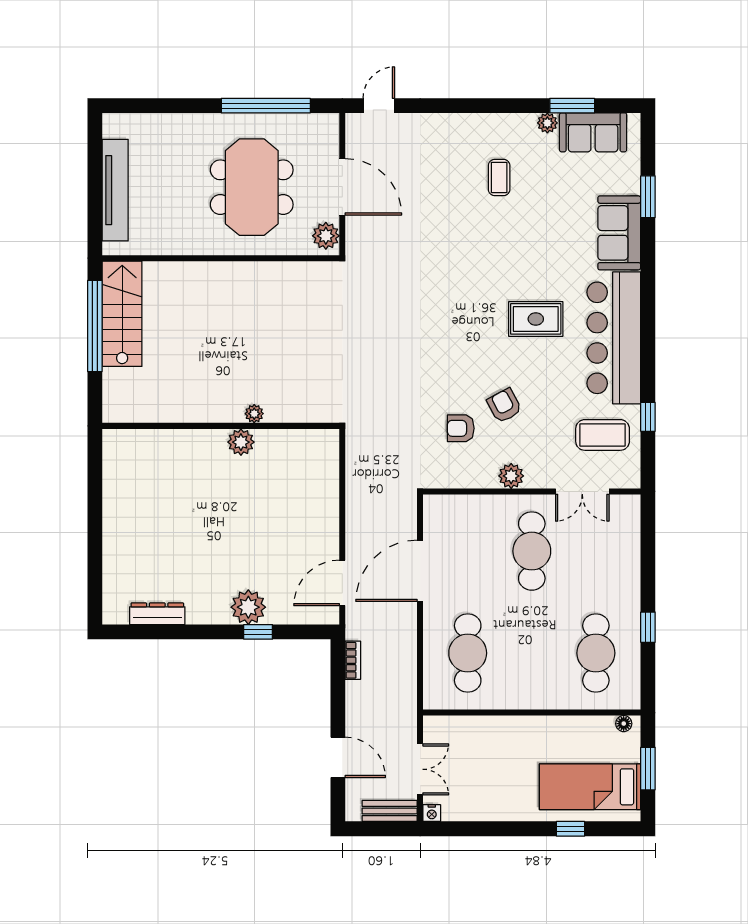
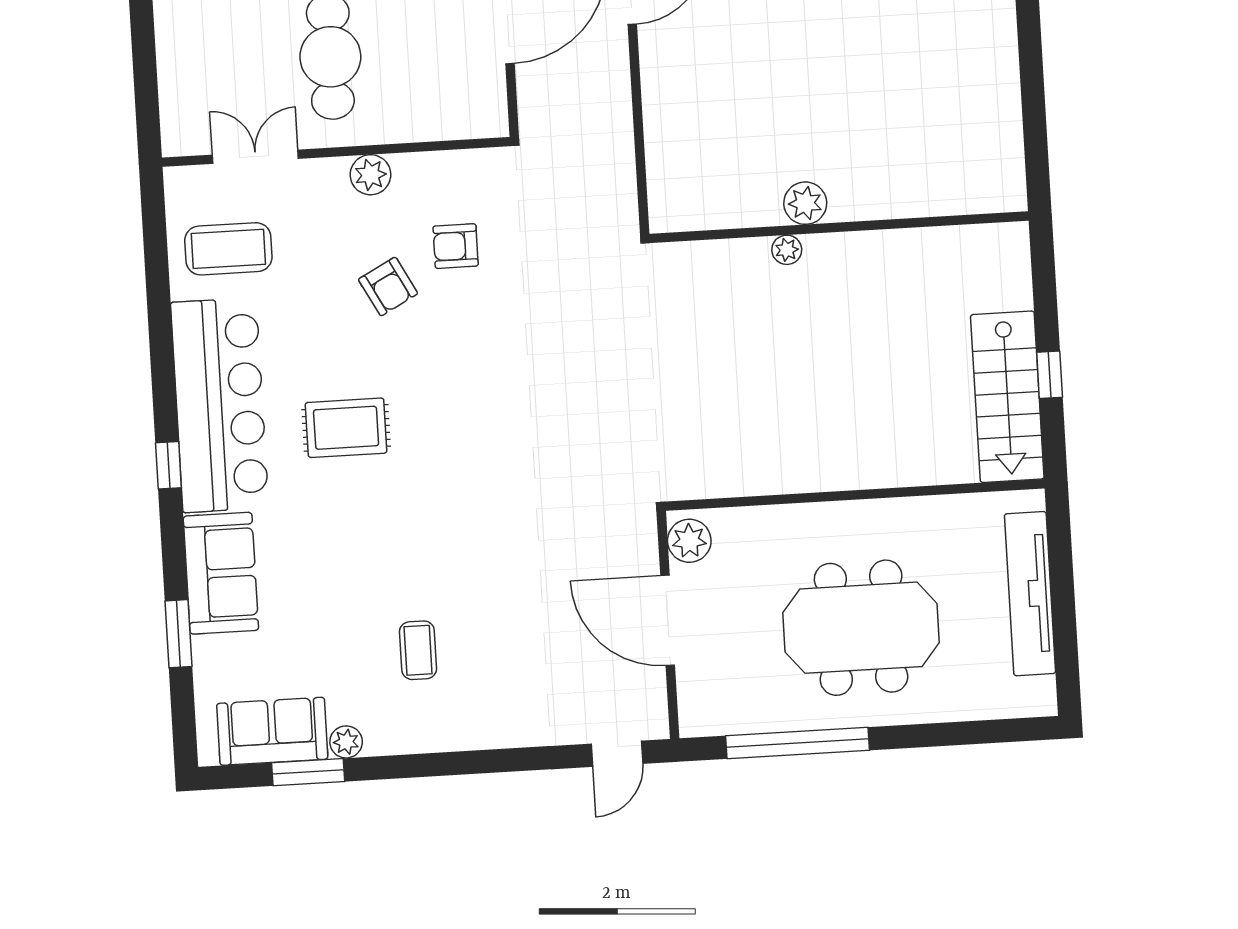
meeting table: (252, 187) -> (861, 628), moved, turned 90
window: (95, 326) -> (1050, 375), width x0.32
window: (648, 417) -> (168, 465), moved
armchair: (461, 428) -> (456, 246), turned 180

